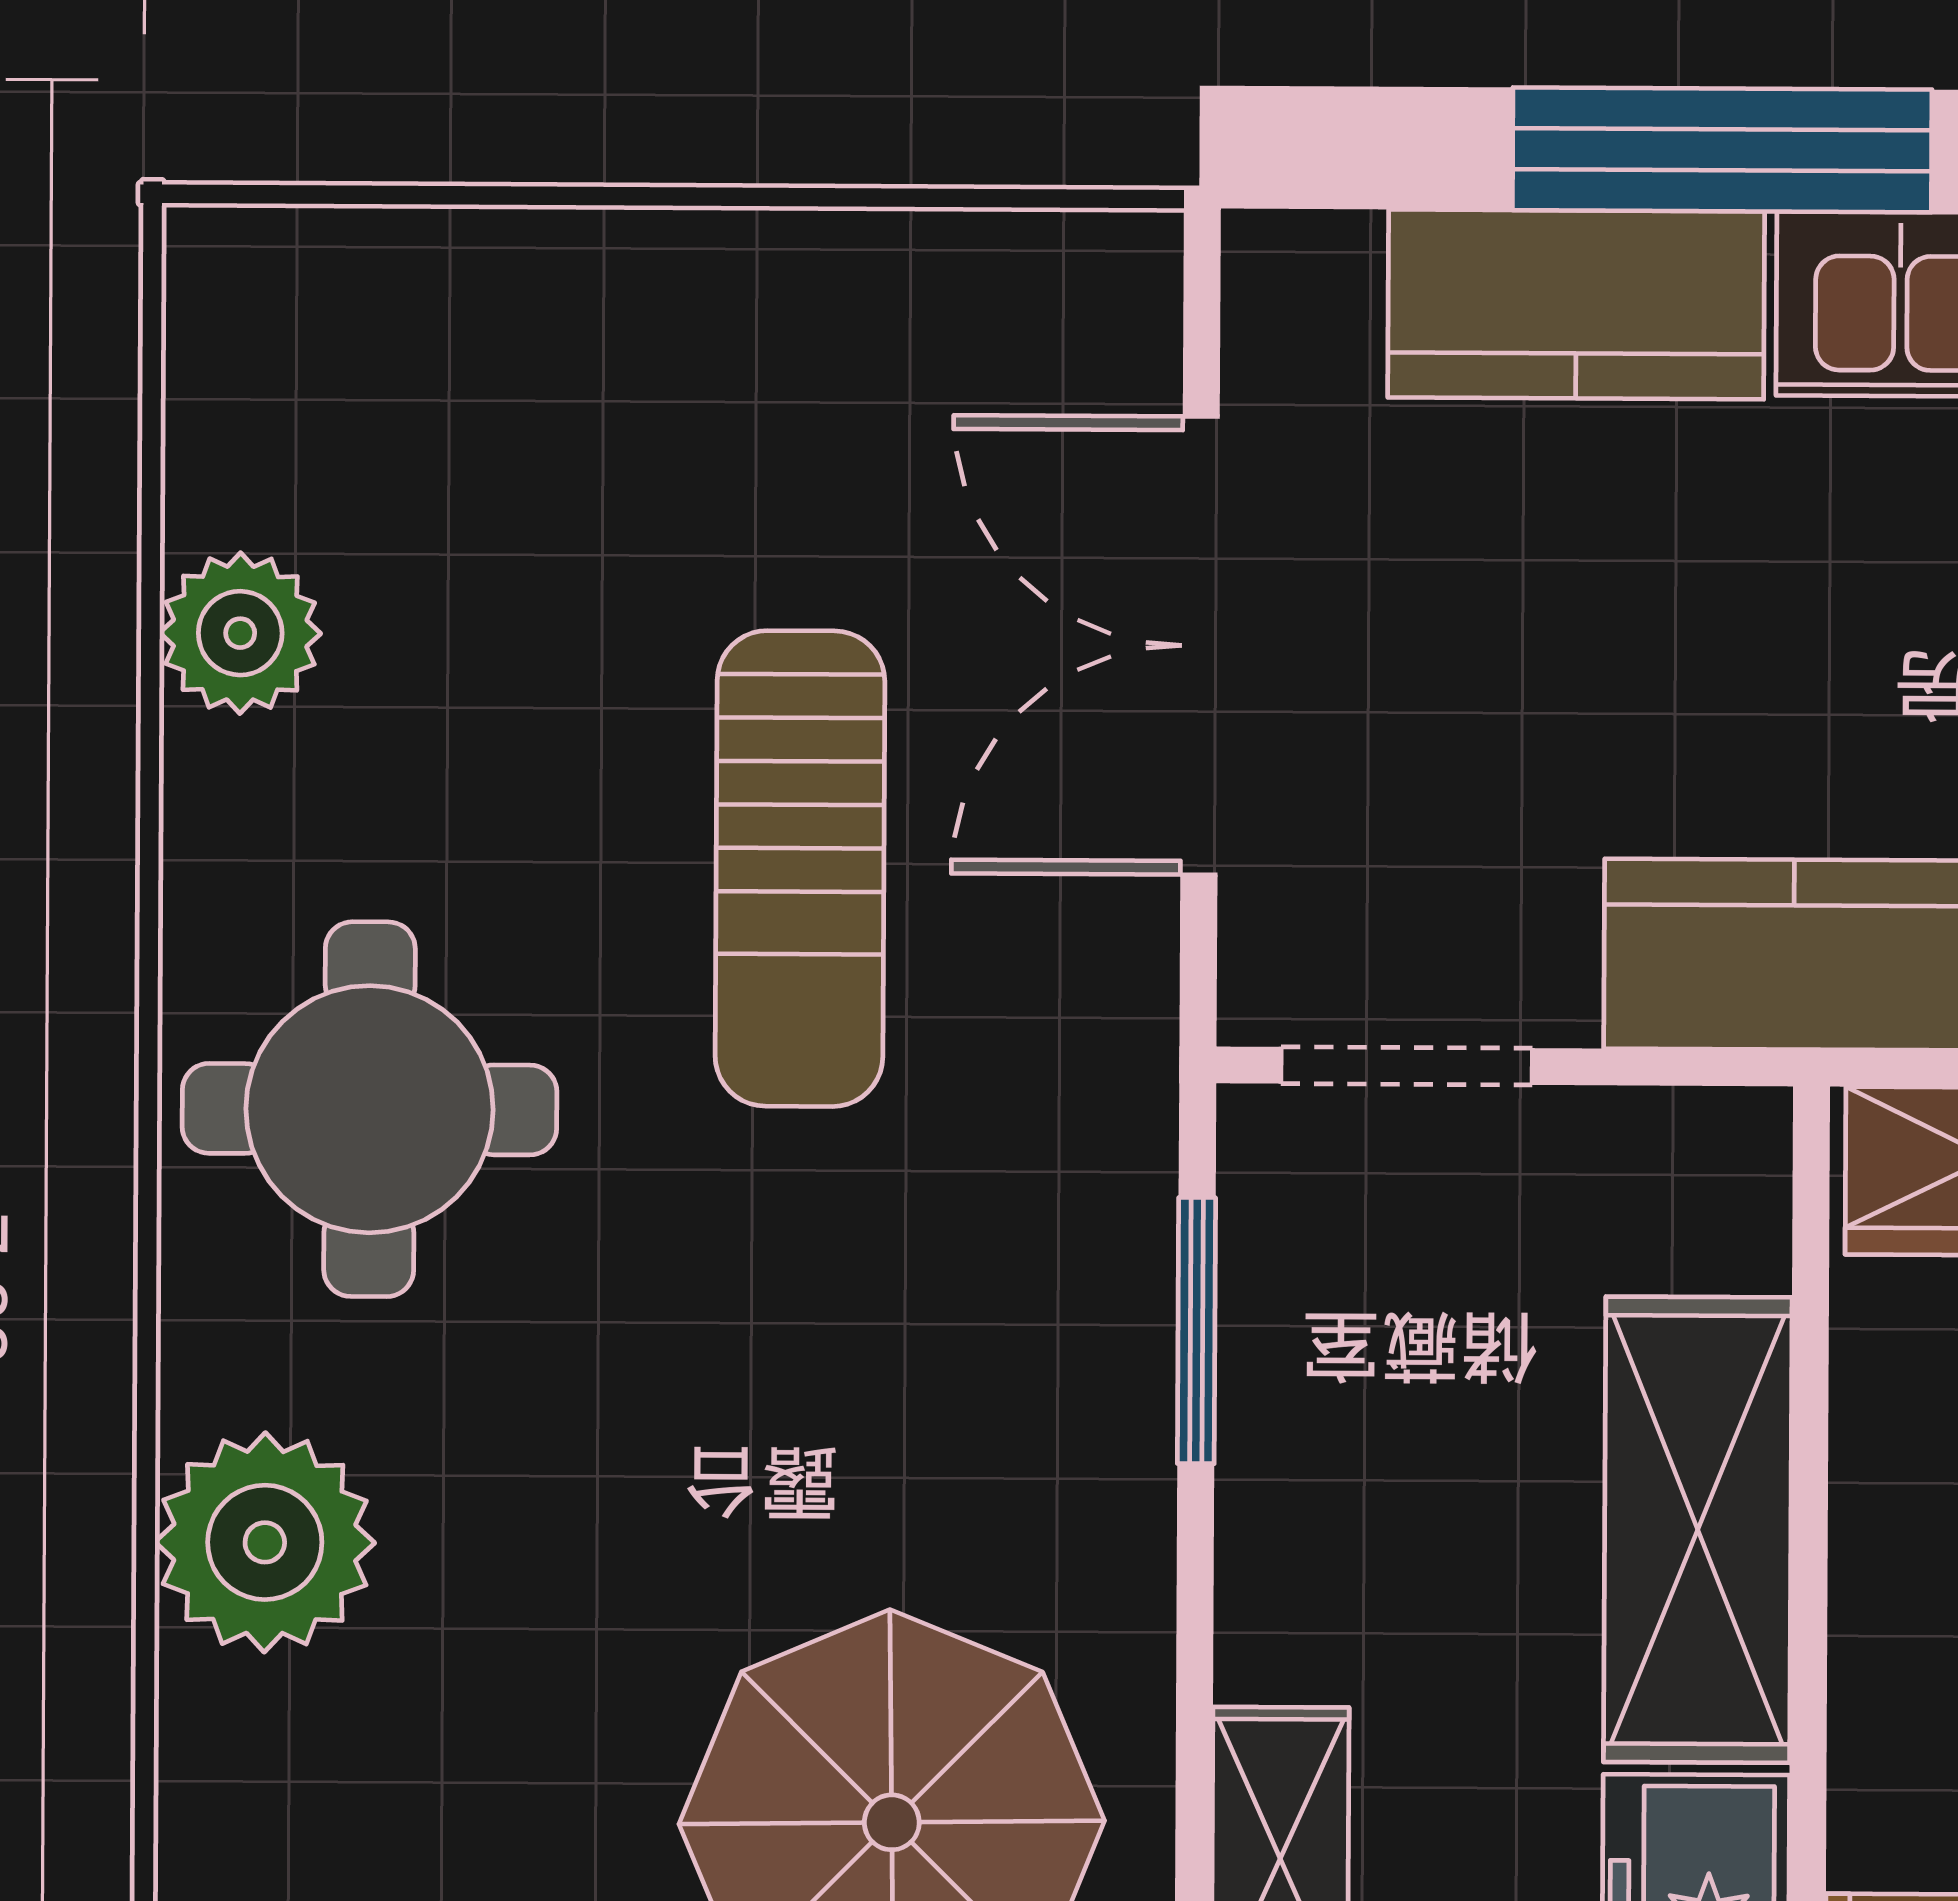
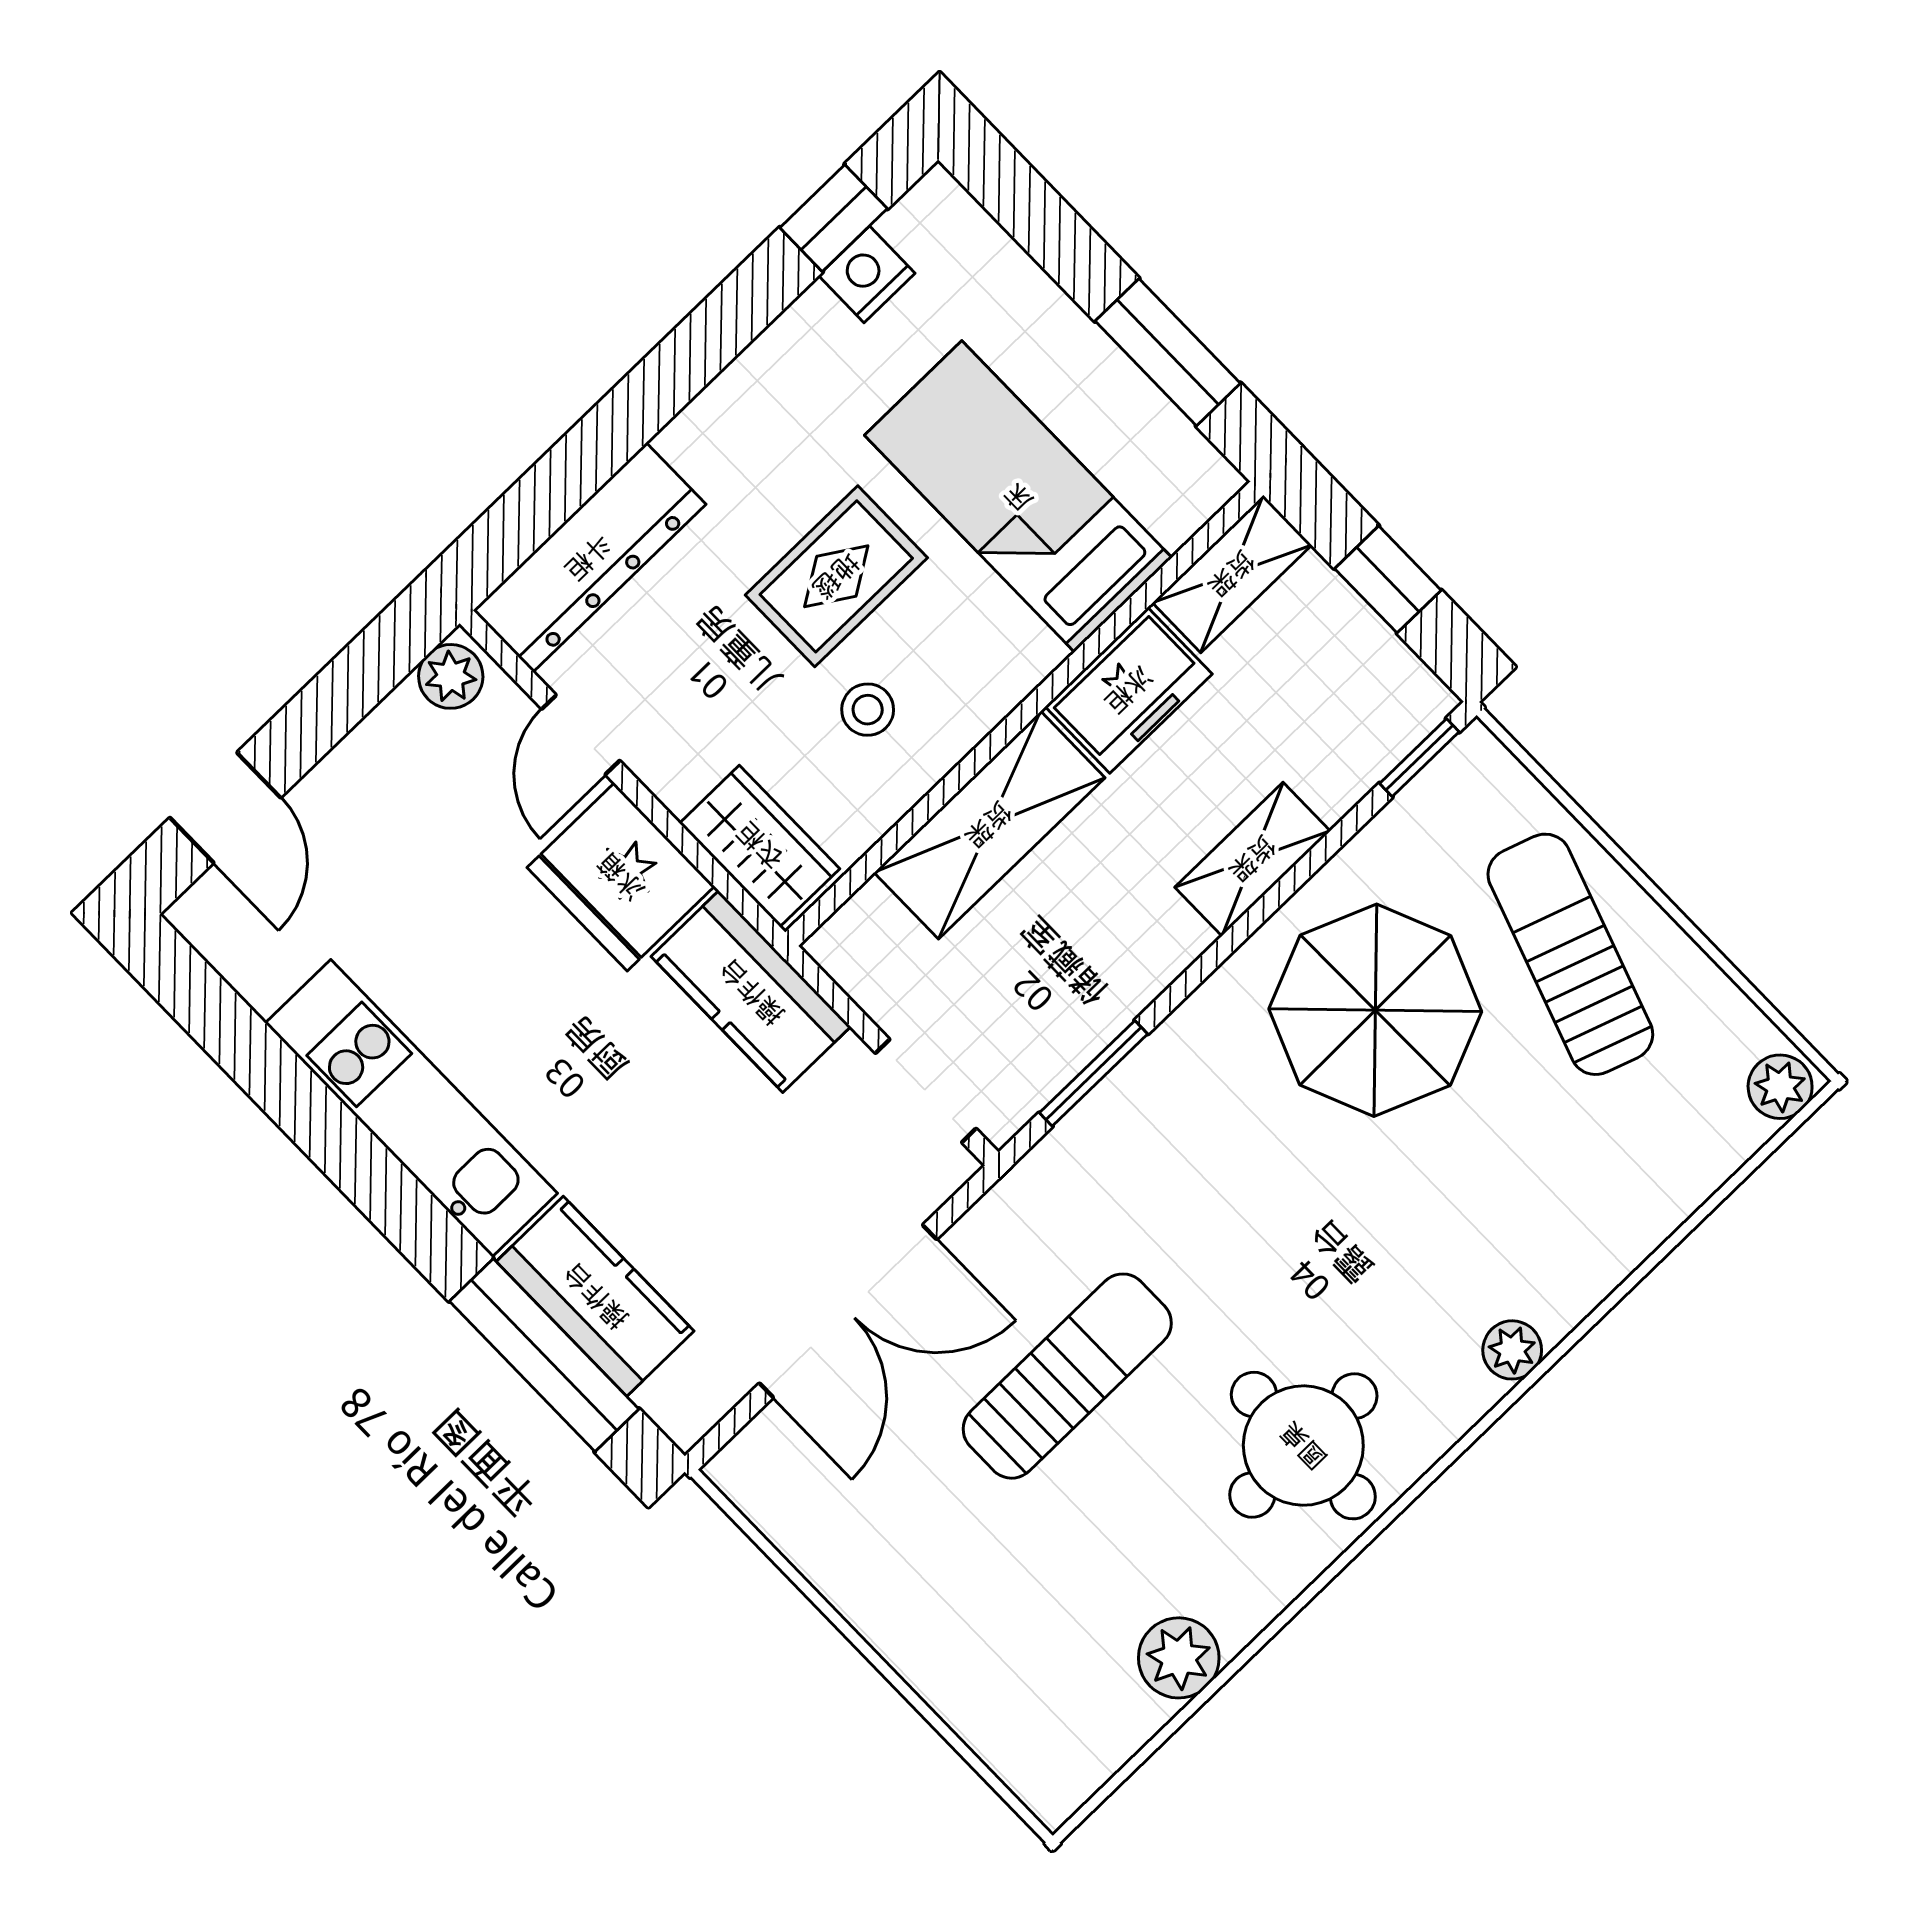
window: (1722, 150) -> (544, 1355), moved
plant: (265, 1542) -> (1512, 1350), width x0.53, depth x0.53

